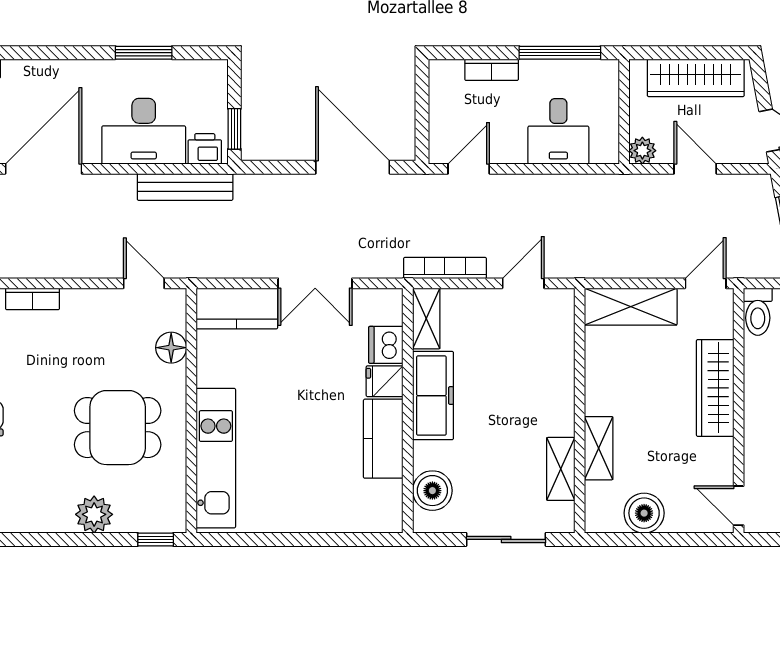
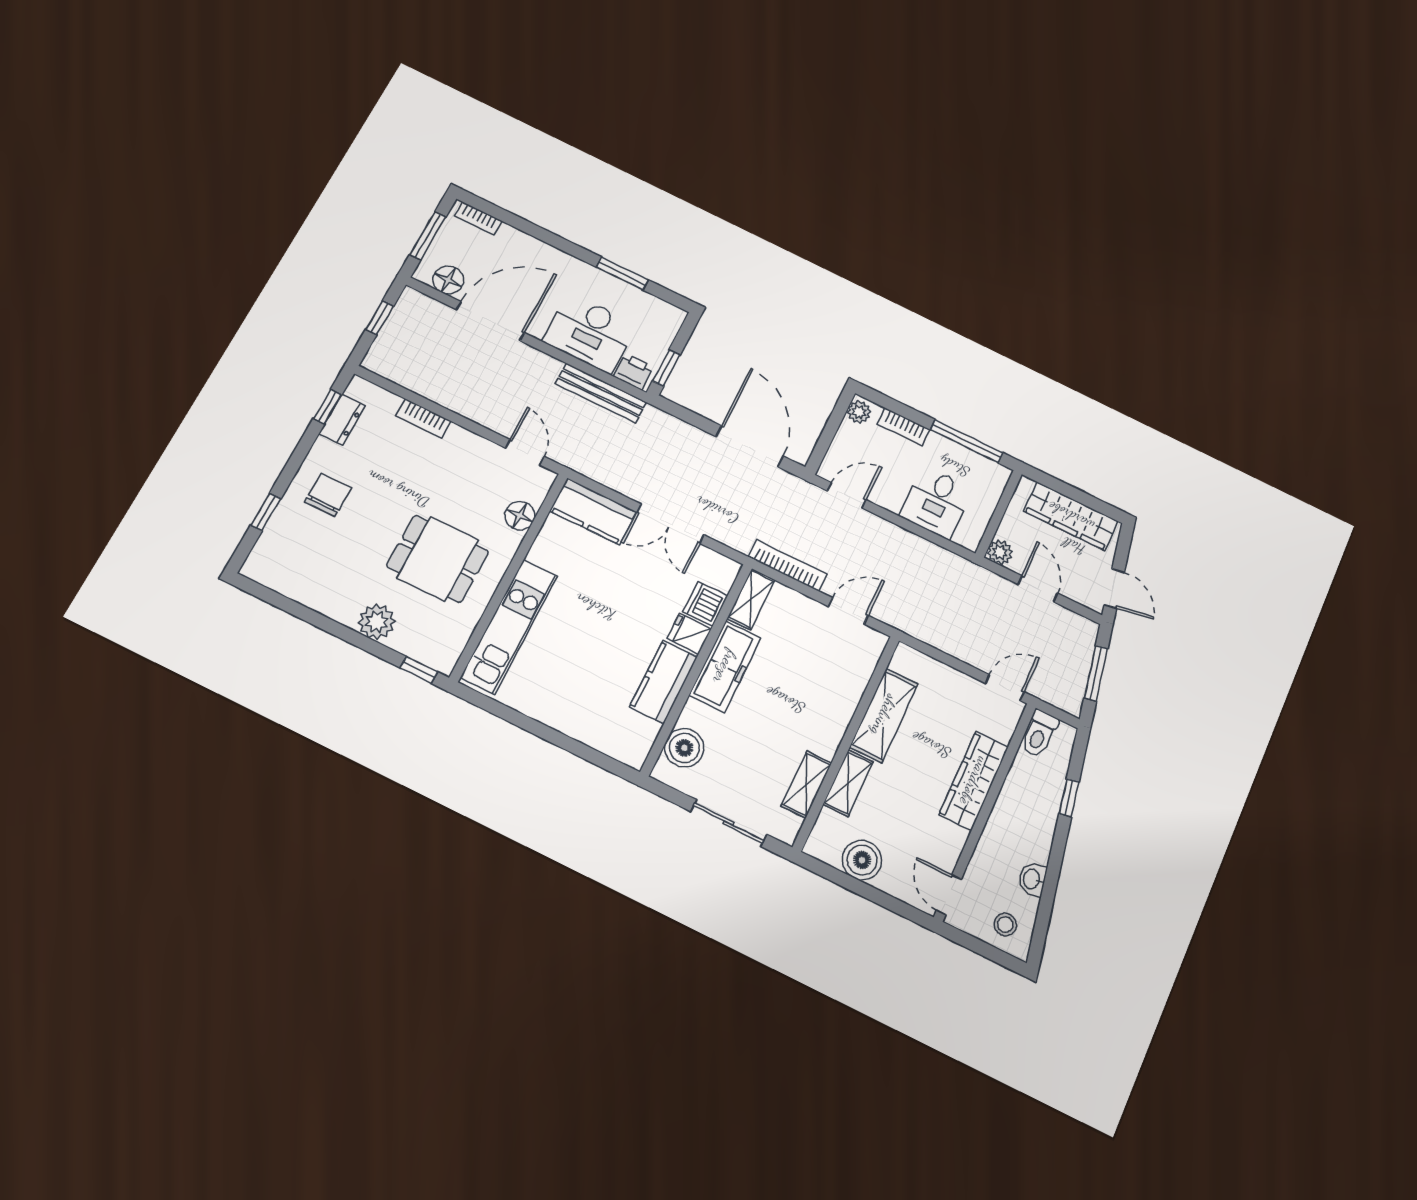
plant: (441, 77) -> (859, 412), added
shelving: (631, 307) -> (884, 715), moved, turned 90

